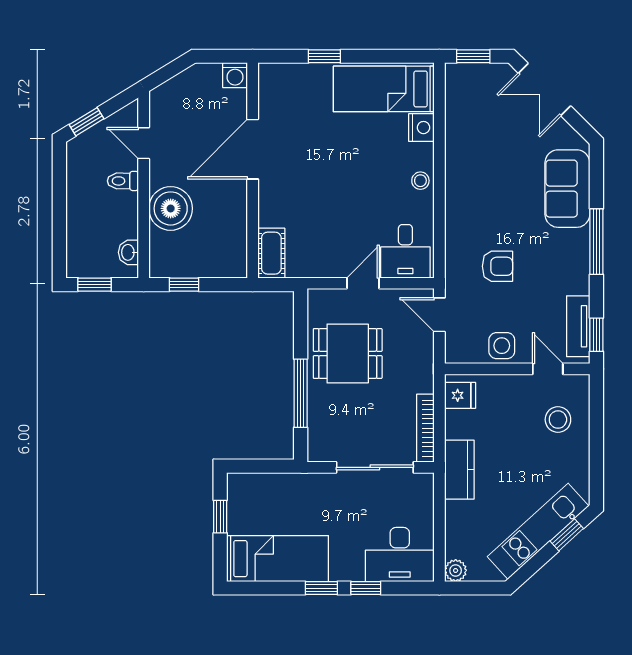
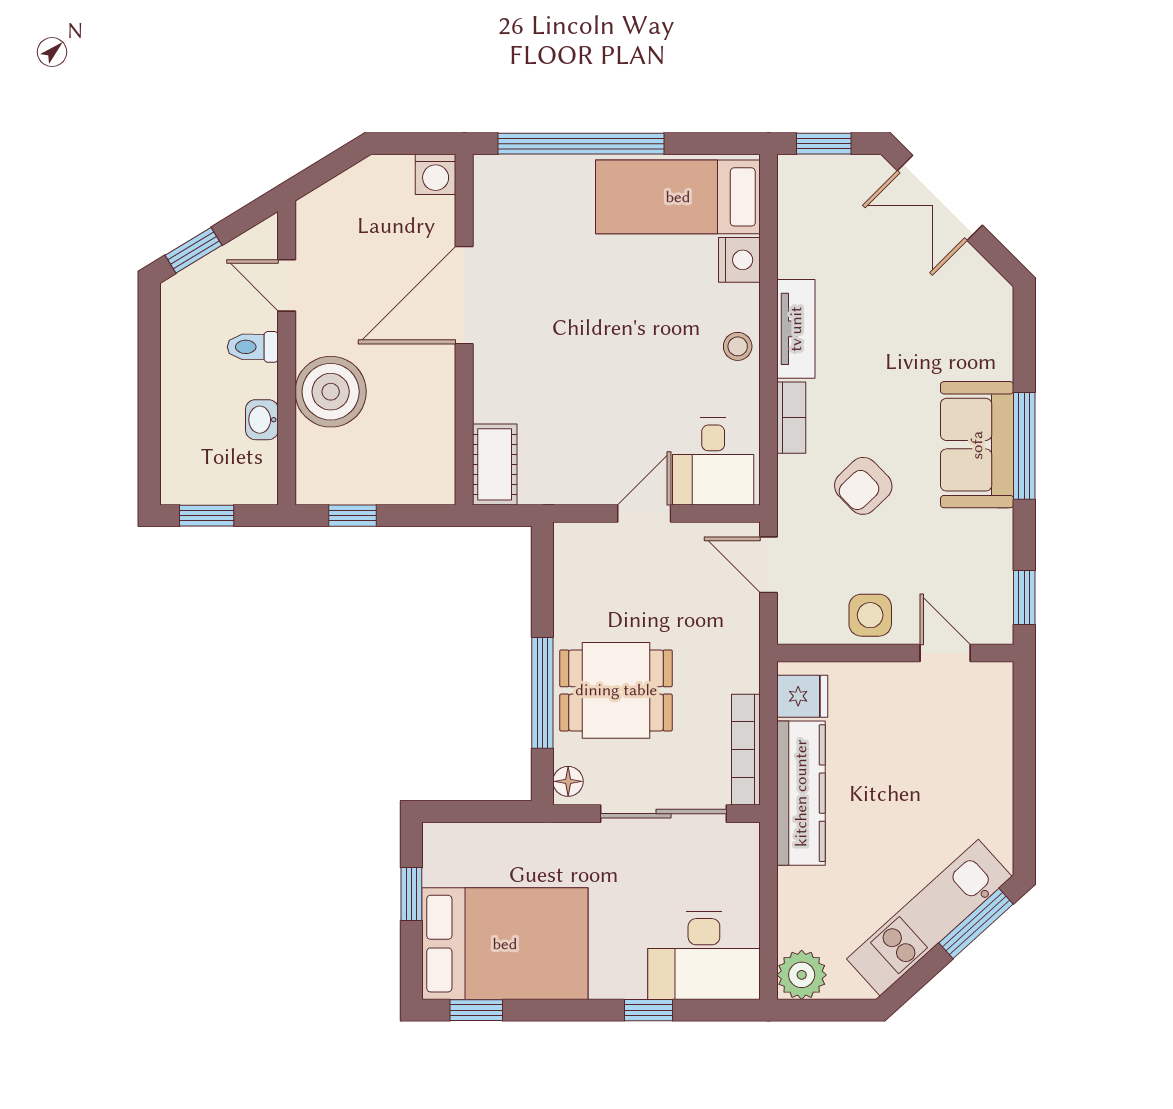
window: (324, 56) -> (581, 144), width x3.17
sofa: (567, 189) -> (977, 445), moved
bookcase: (453, 224) -> (791, 418), added
washbasin: (128, 252) -> (262, 420), moved
armchair: (497, 266) -> (863, 486), turned 136
tv unit: (578, 326) -> (796, 329), moved, turned 180
dining table: (348, 353) -> (616, 690), moved
stool: (558, 420) -> (962, 736), removed
floor lamp: (316, 448) -> (568, 781), added
kitchen counter: (459, 470) -> (801, 793), width x1.50
window: (567, 535) -> (976, 923), width x1.50
bed: (278, 559) -> (505, 944), width x1.50
plant: (456, 570) -> (802, 975), width x1.38, depth x1.38
window: (321, 588) -> (476, 1010), moved

